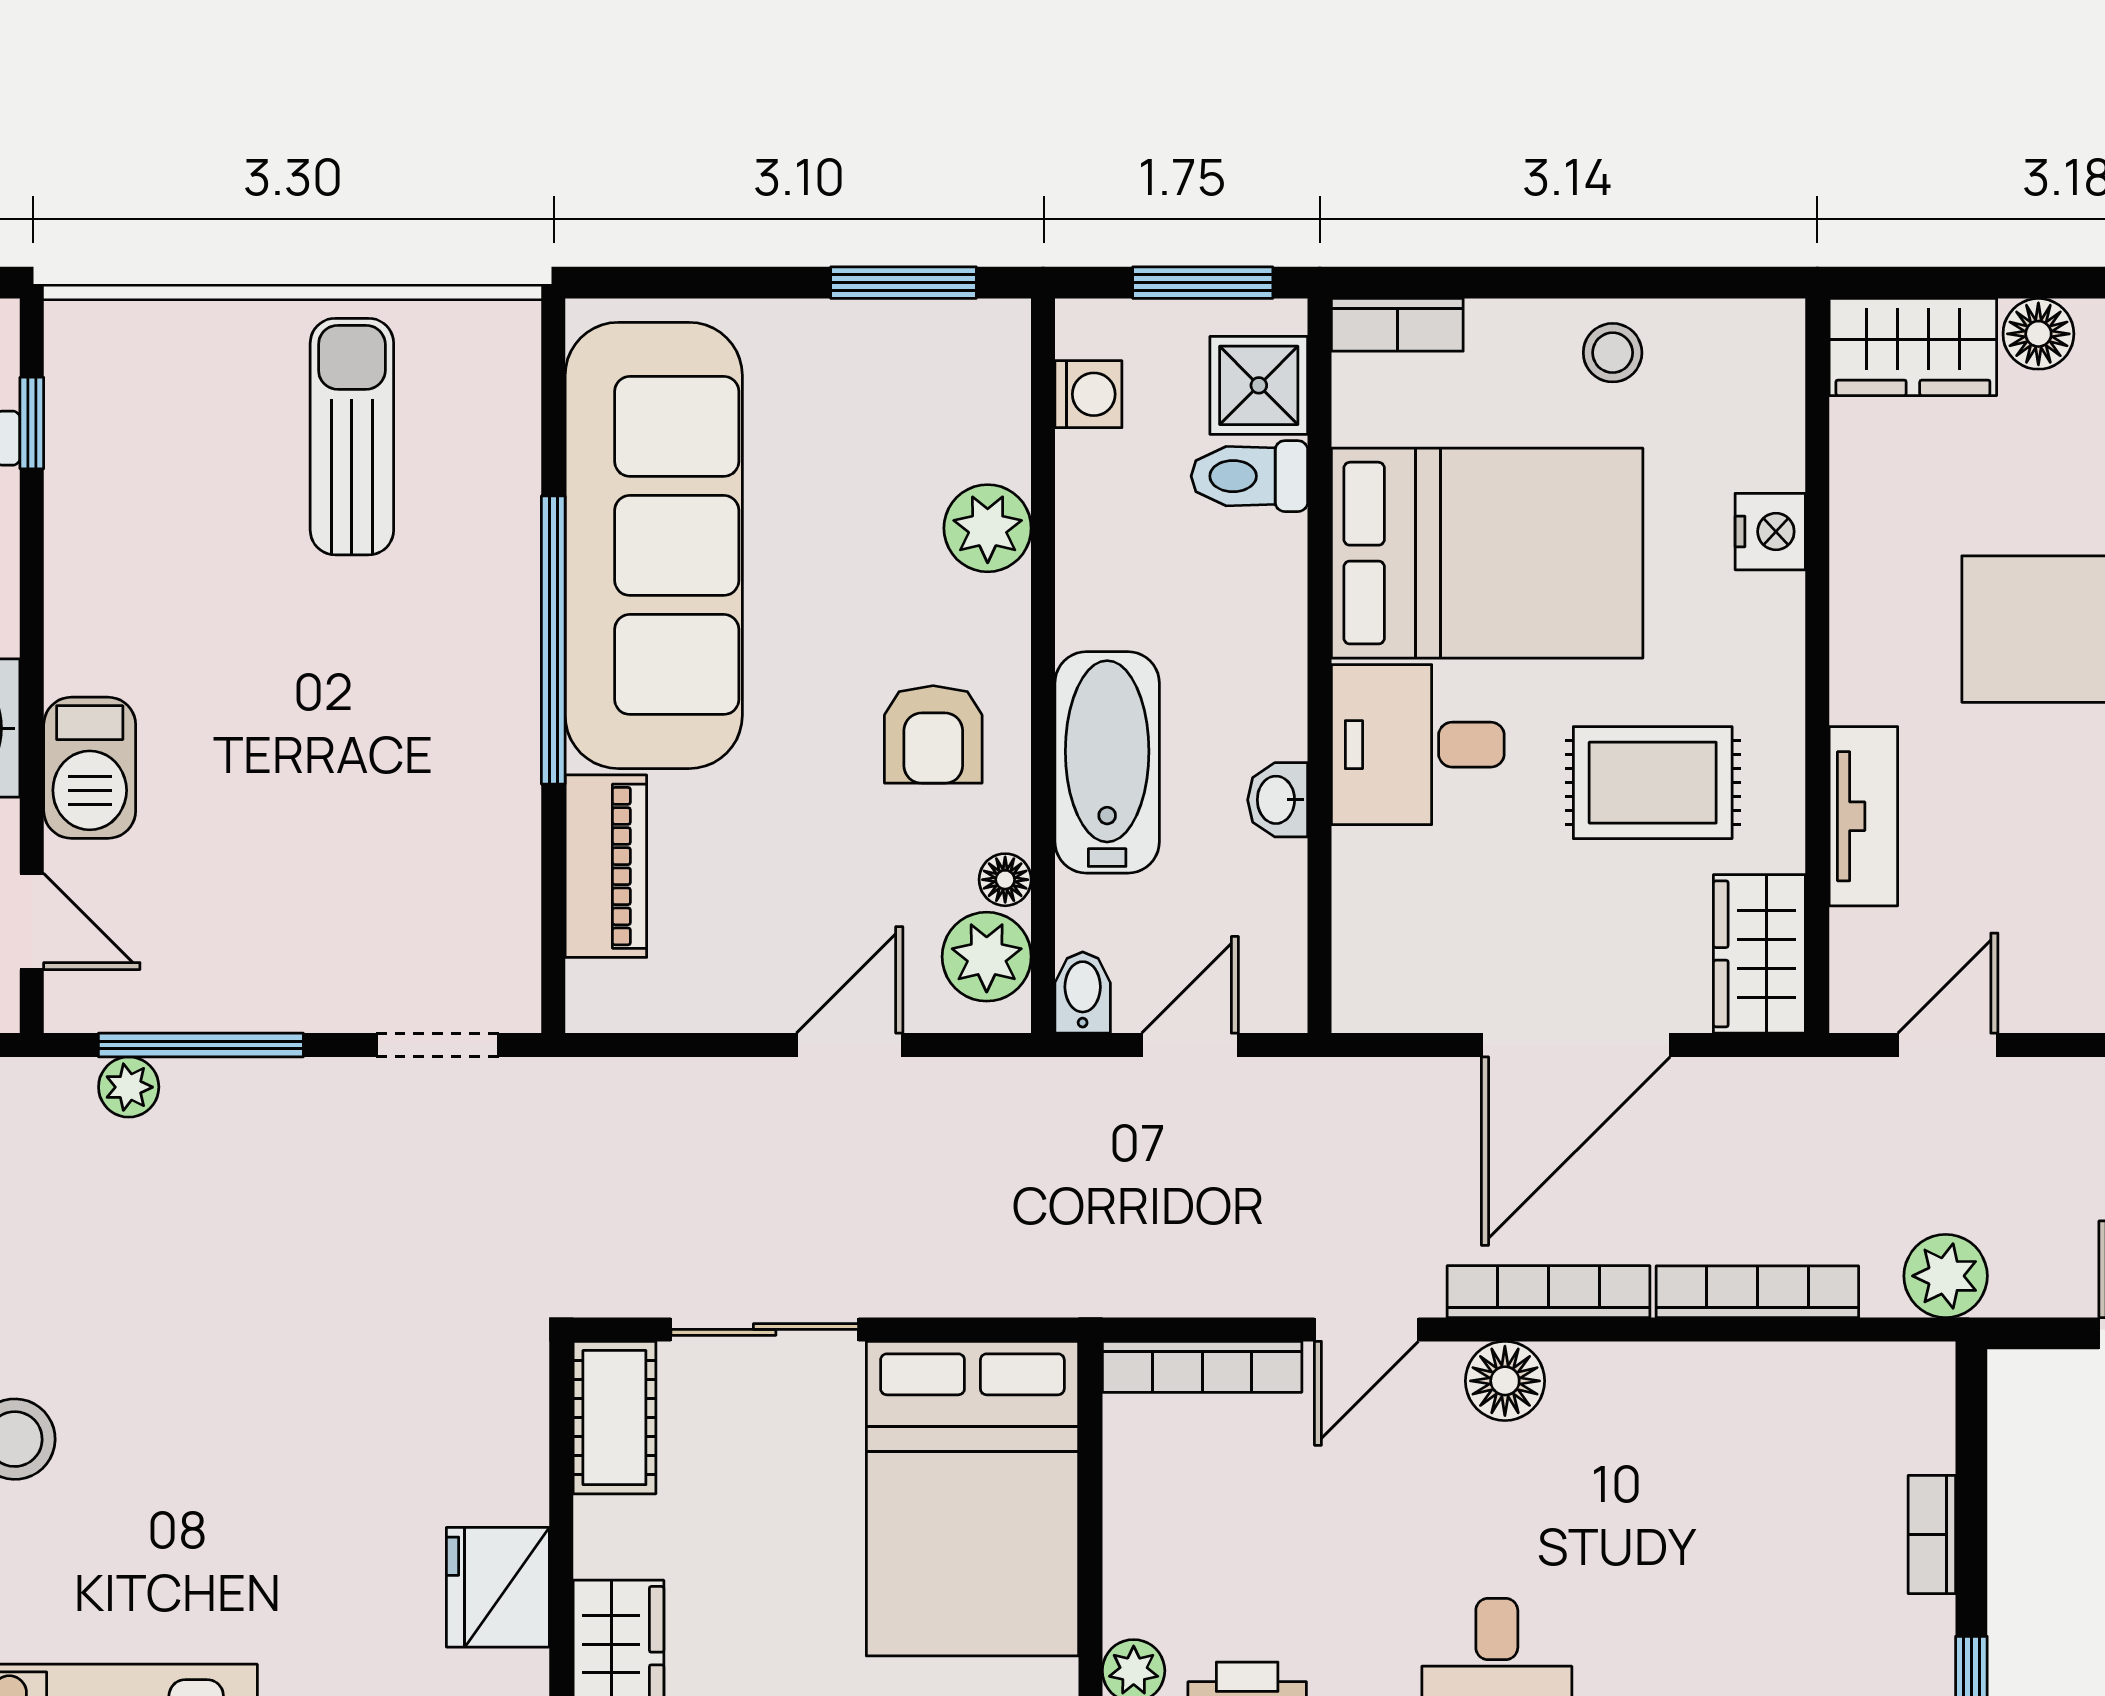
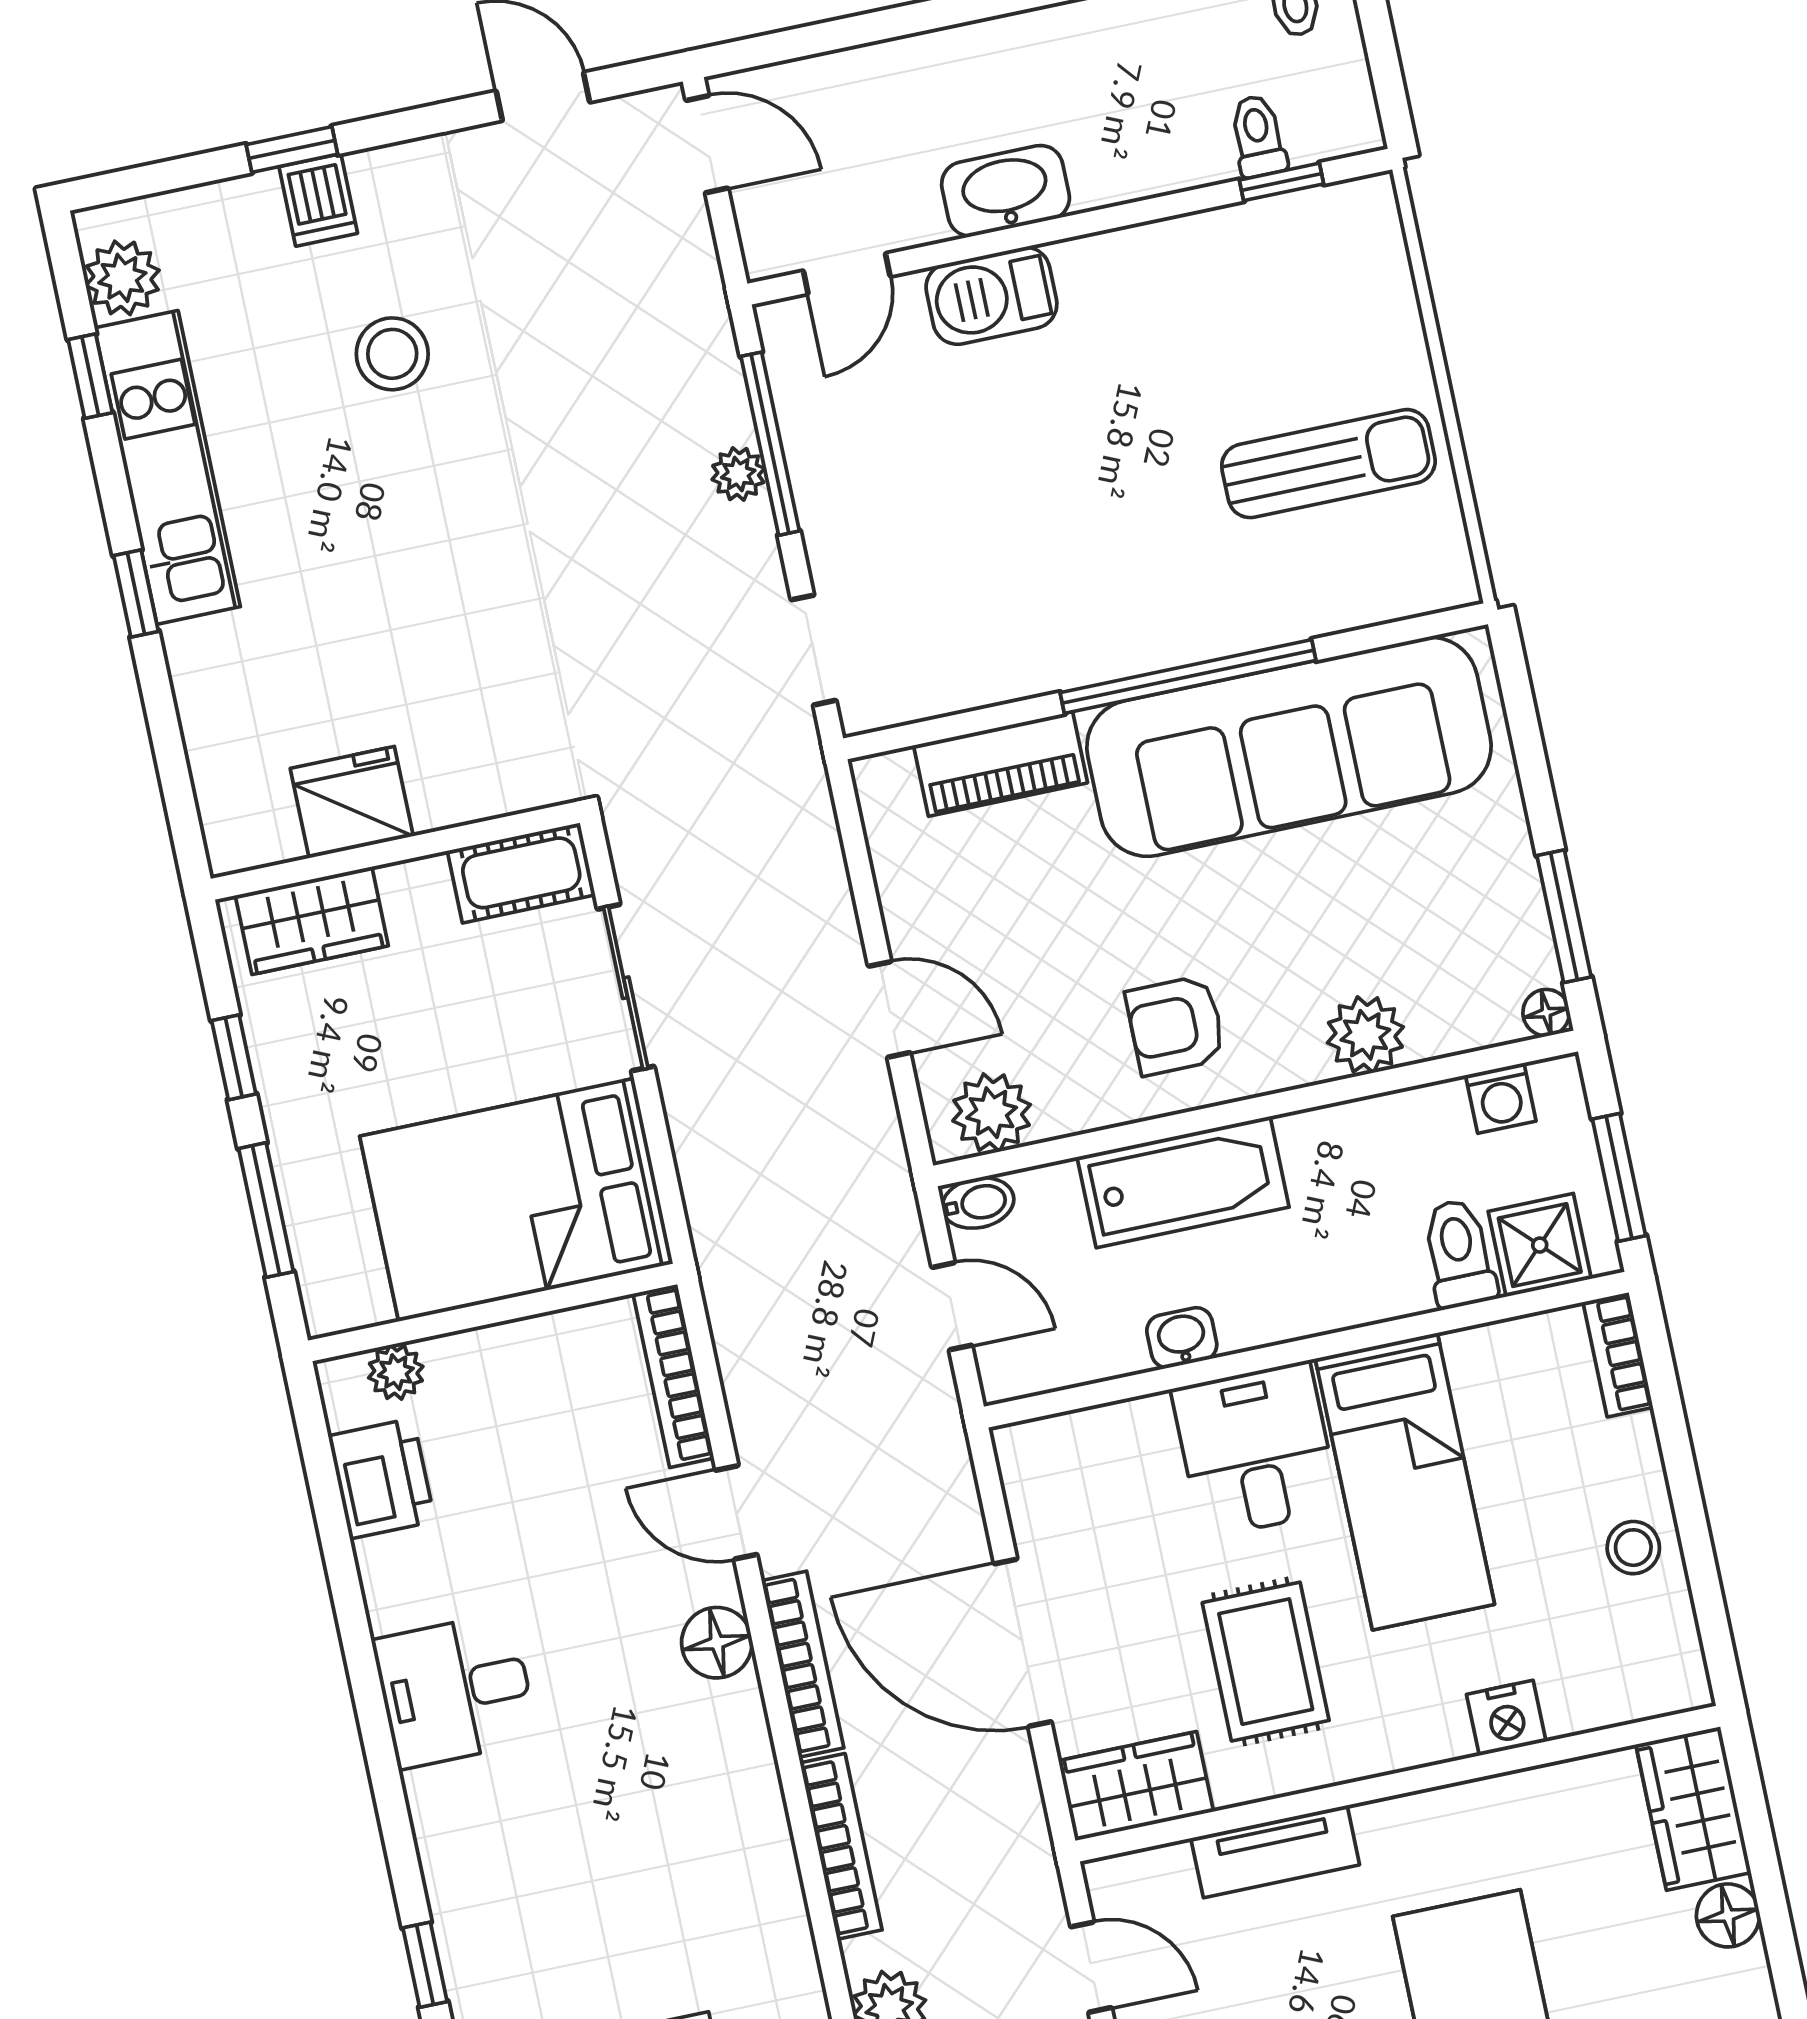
bed: (1487, 553) -> (1405, 1481), width x0.67
floor lamp: (1005, 880) -> (1546, 1013), moved
plant: (129, 1087) -> (738, 474), moved

